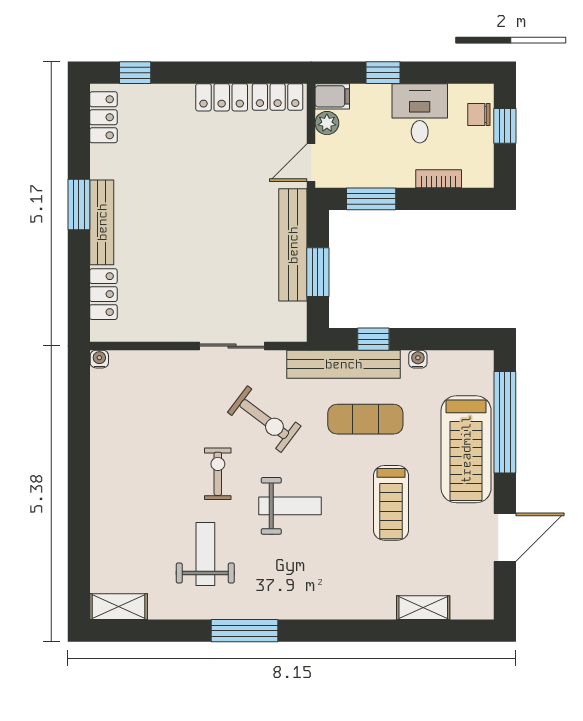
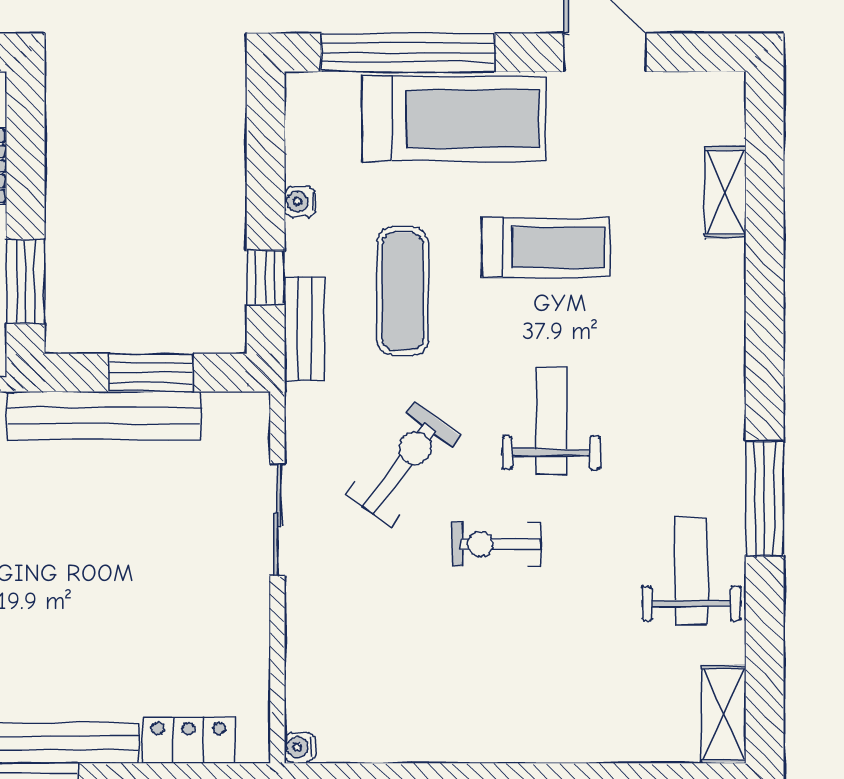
bench: (344, 364) -> (304, 329), width x0.54, depth x0.82
weight bench: (205, 554) -> (691, 571), moved, turned 90

